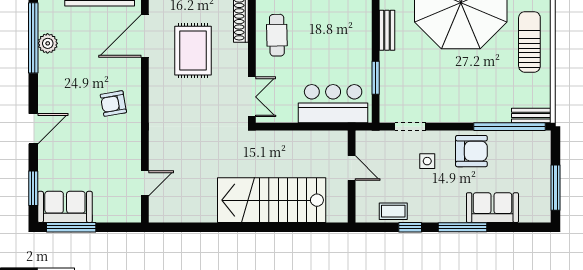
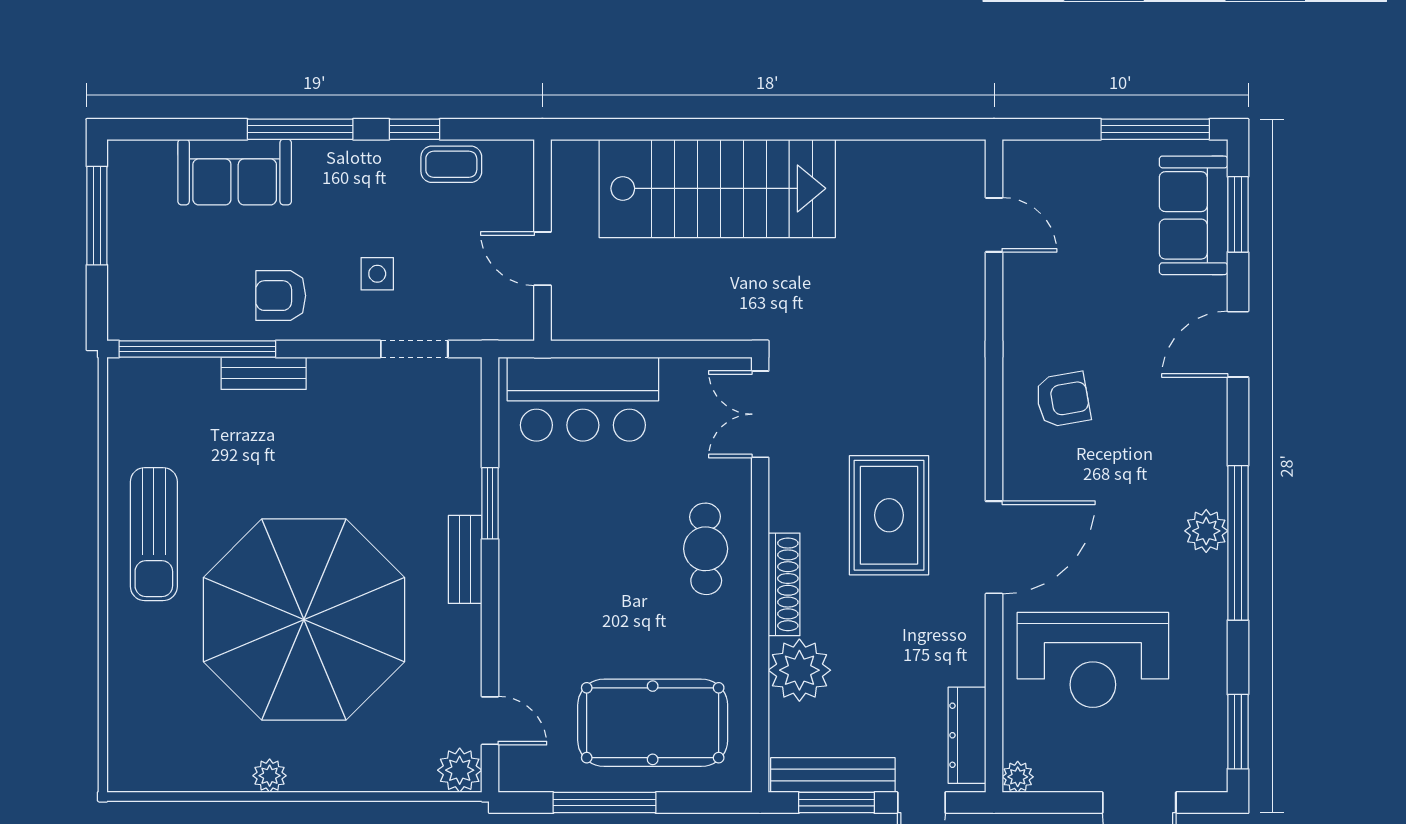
window: (376, 78) -> (490, 503), moved
bench: (531, 116) -> (264, 373), moved
armchair: (471, 151) -> (281, 296), width x0.72, depth x0.72
door: (145, 183) -> (994, 225), swing flipped
sofa: (65, 207) -> (1194, 215), moved, turned 90

